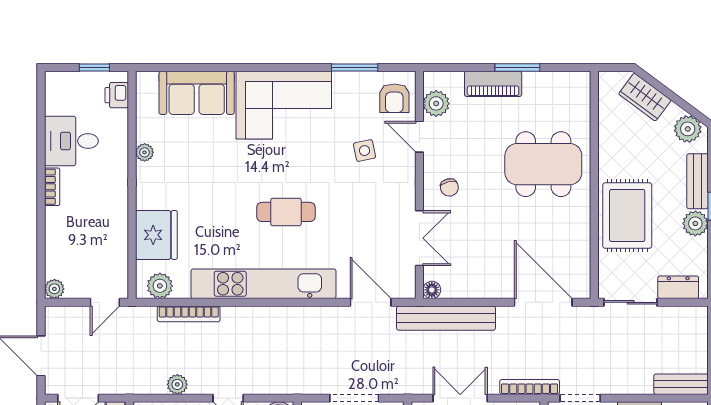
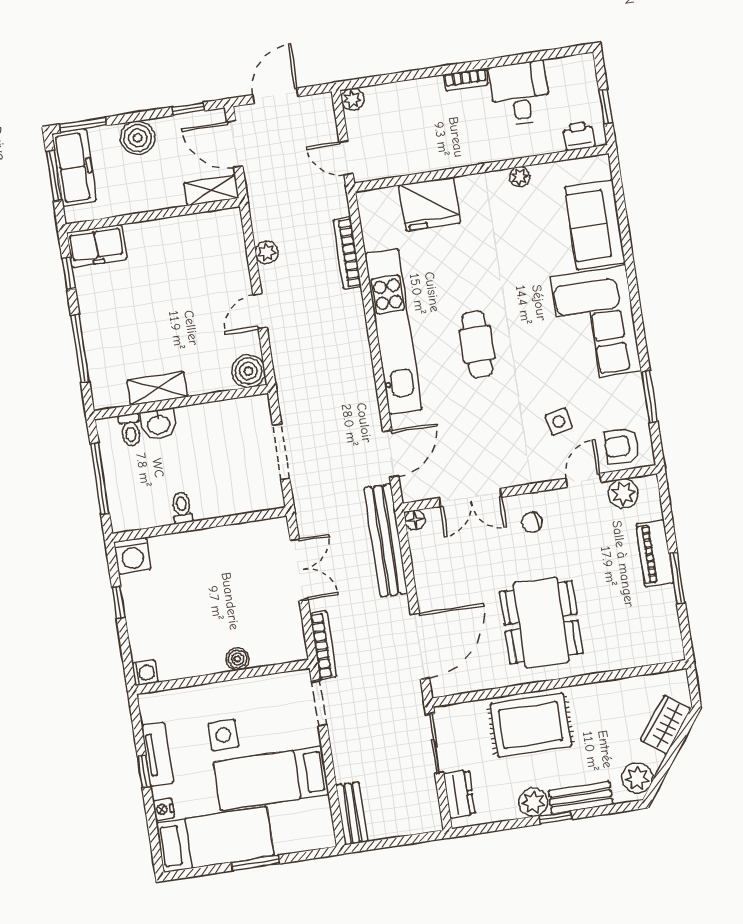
dining table: (543, 164) -> (541, 622), moved
plant: (160, 286) -> (374, 216), removed

